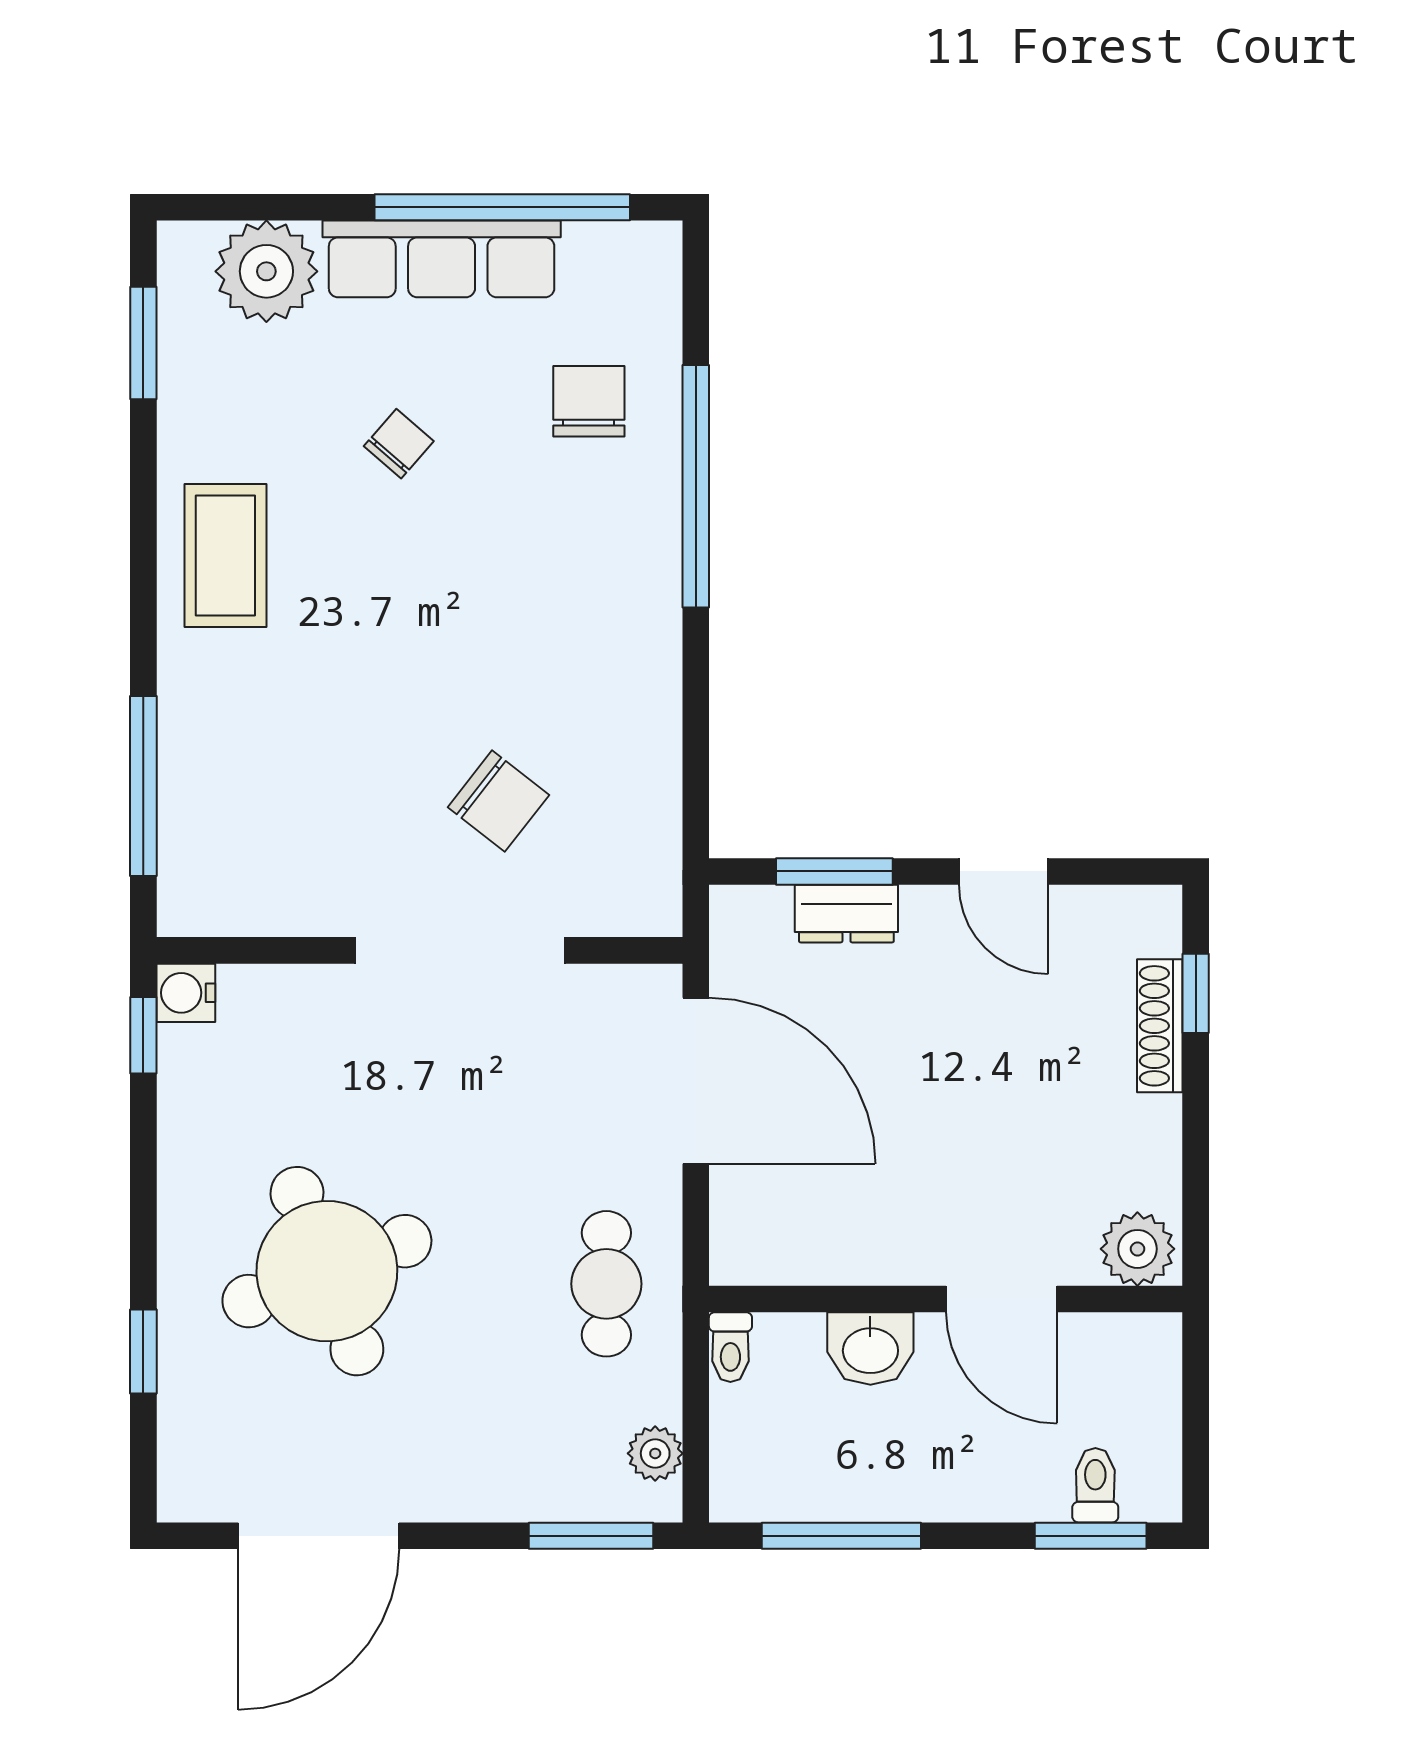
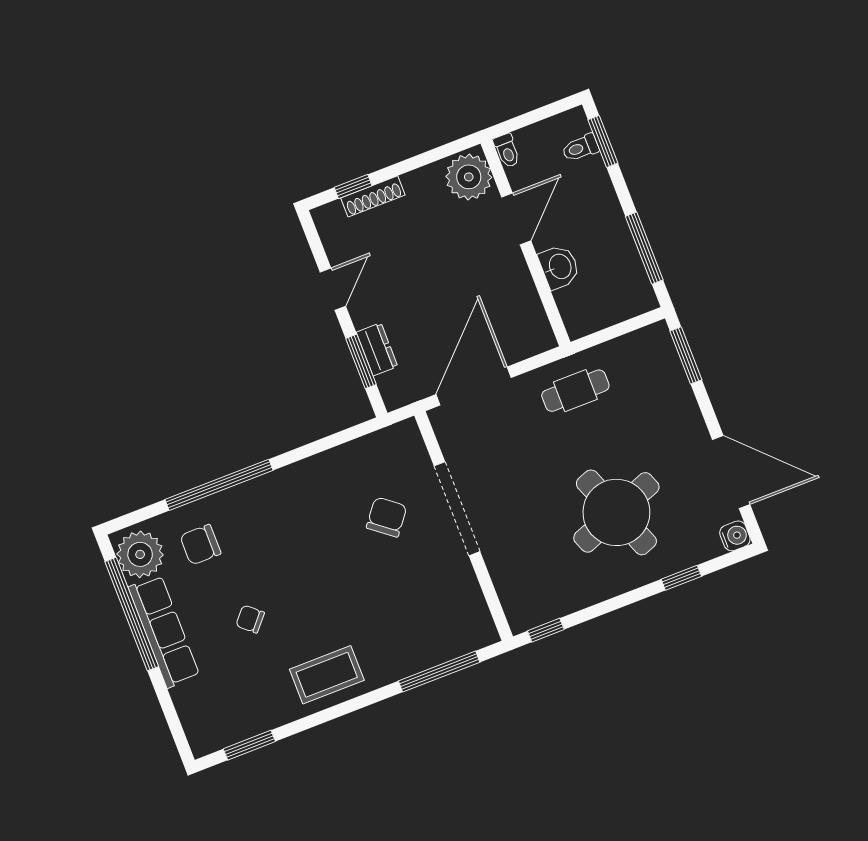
plant: (266, 271) -> (140, 554), moved
water cooler: (186, 993) -> (735, 536), moved, turned -90
plant: (1137, 1249) -> (469, 177), width x1.36, depth x1.36
toilet: (730, 1347) -> (507, 151), moved, turned 90
plant: (655, 1453) -> (640, 342), removed

